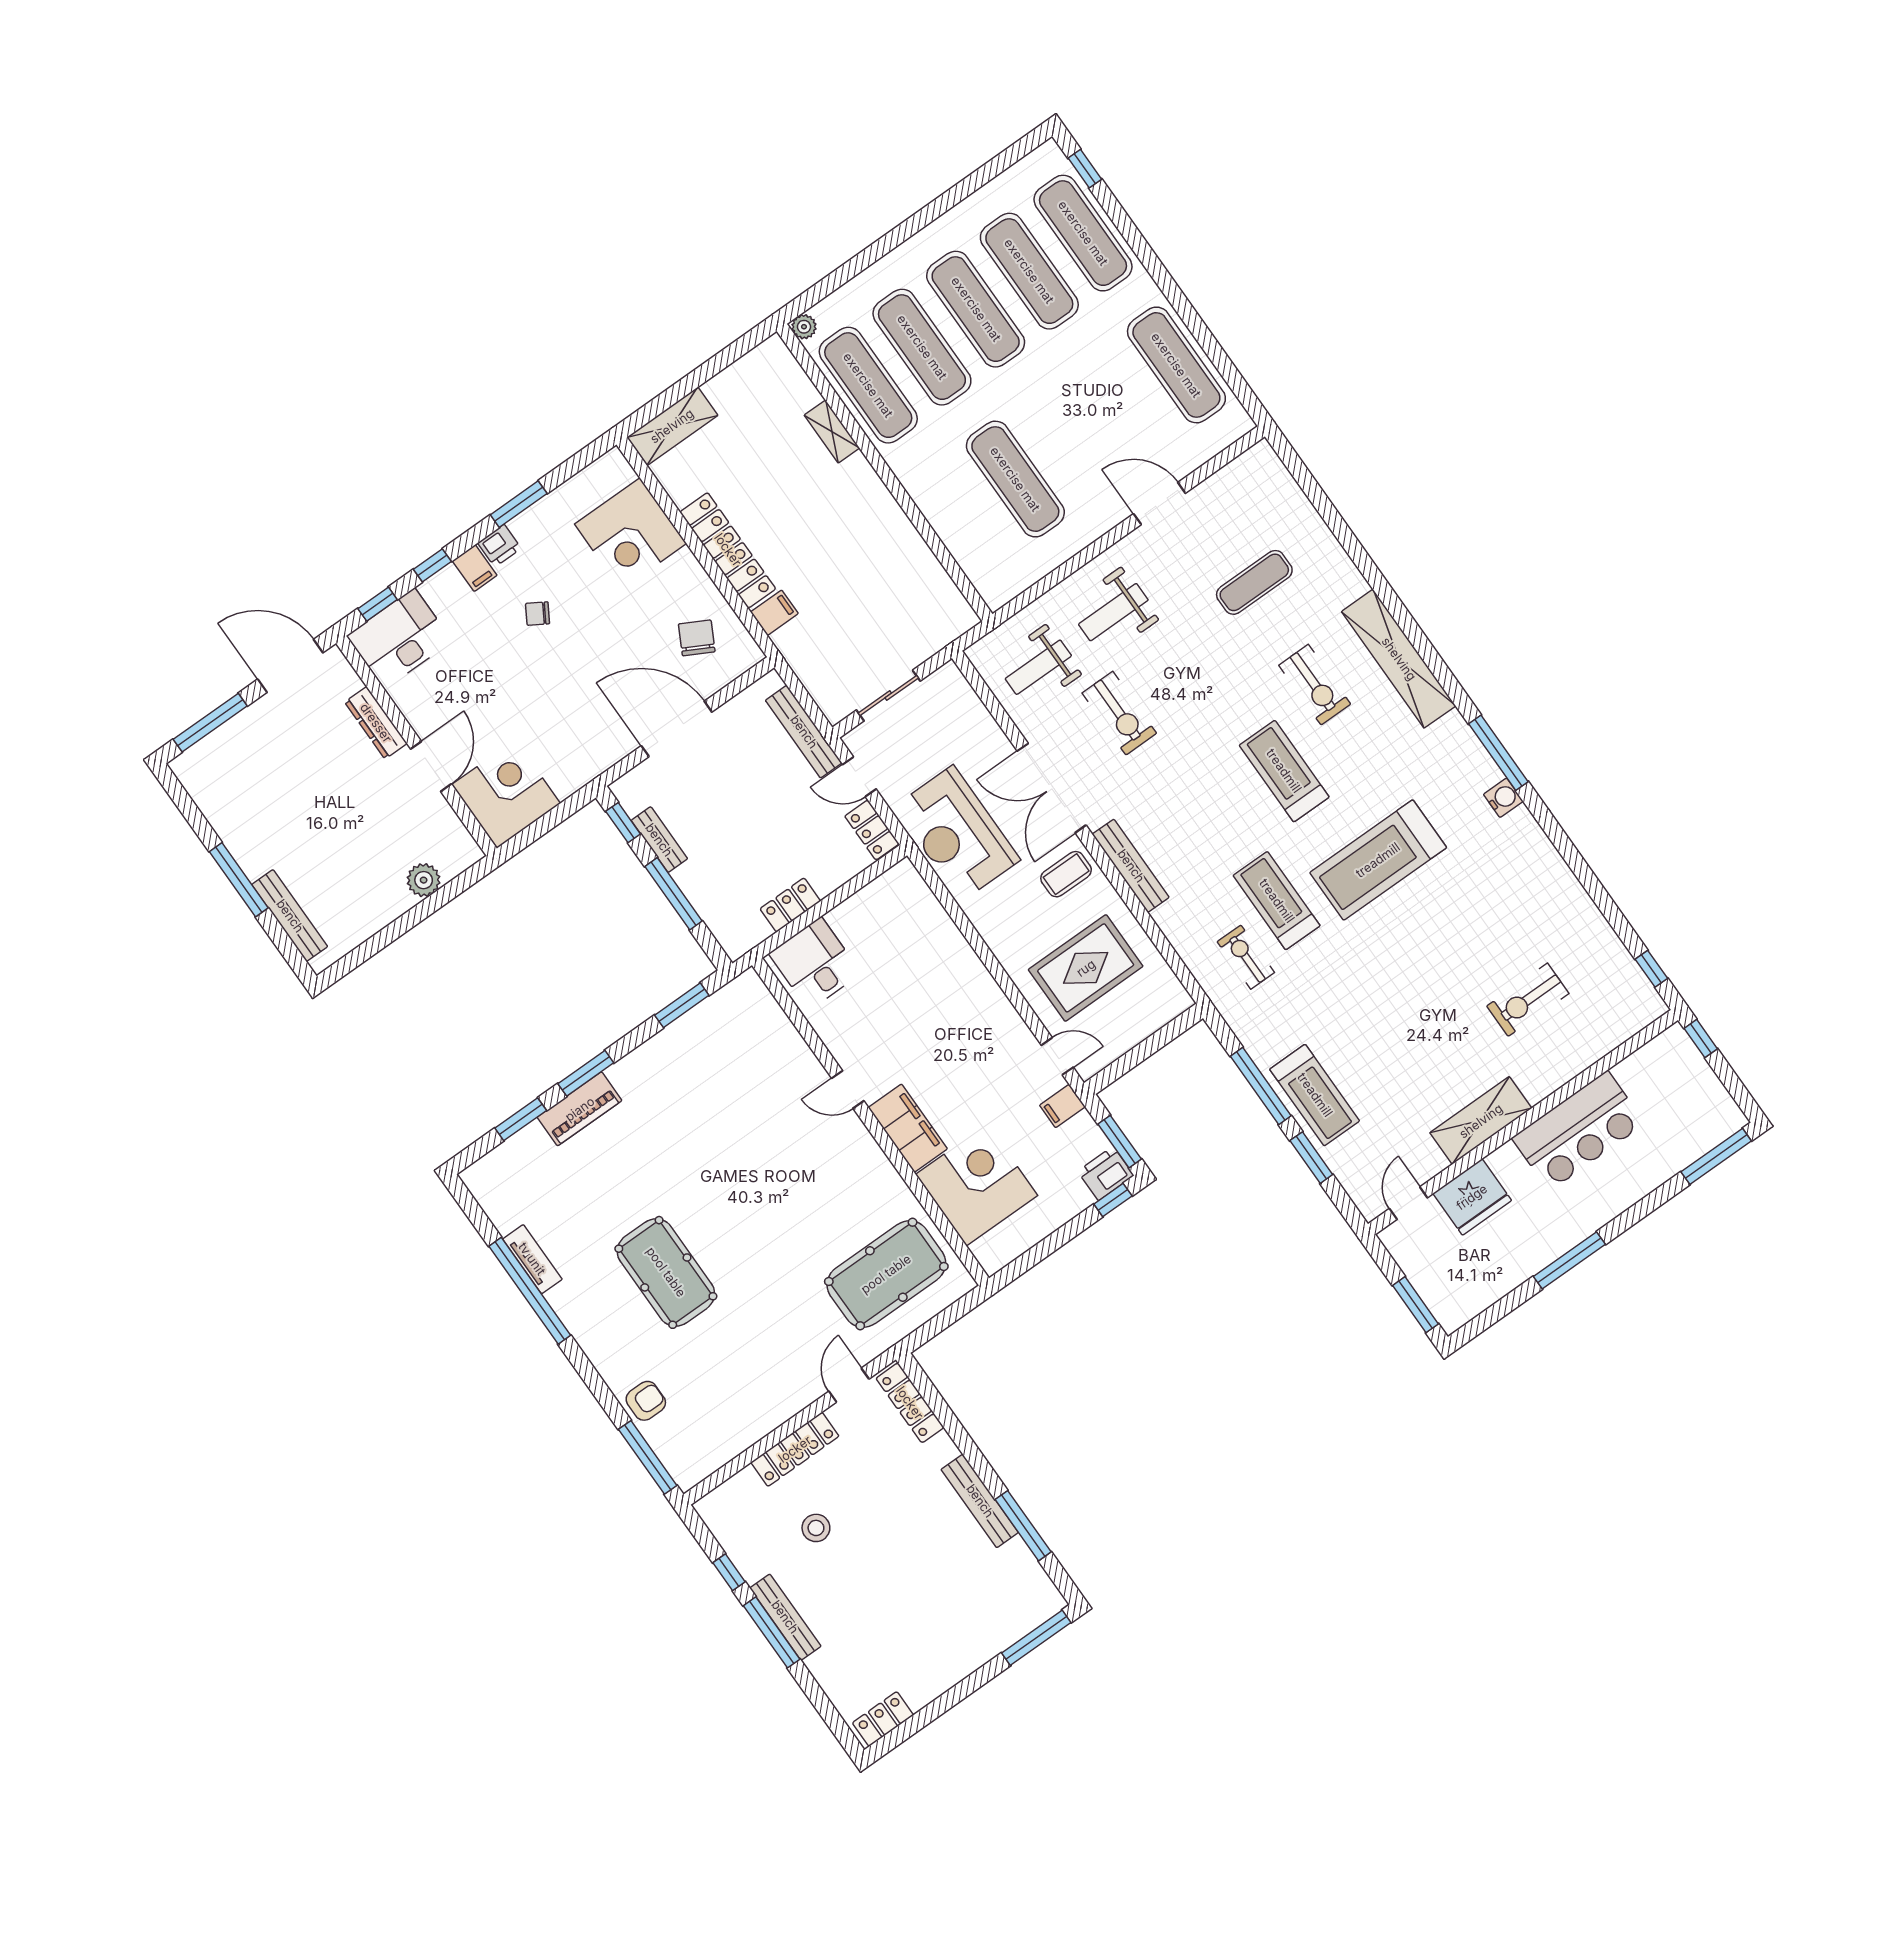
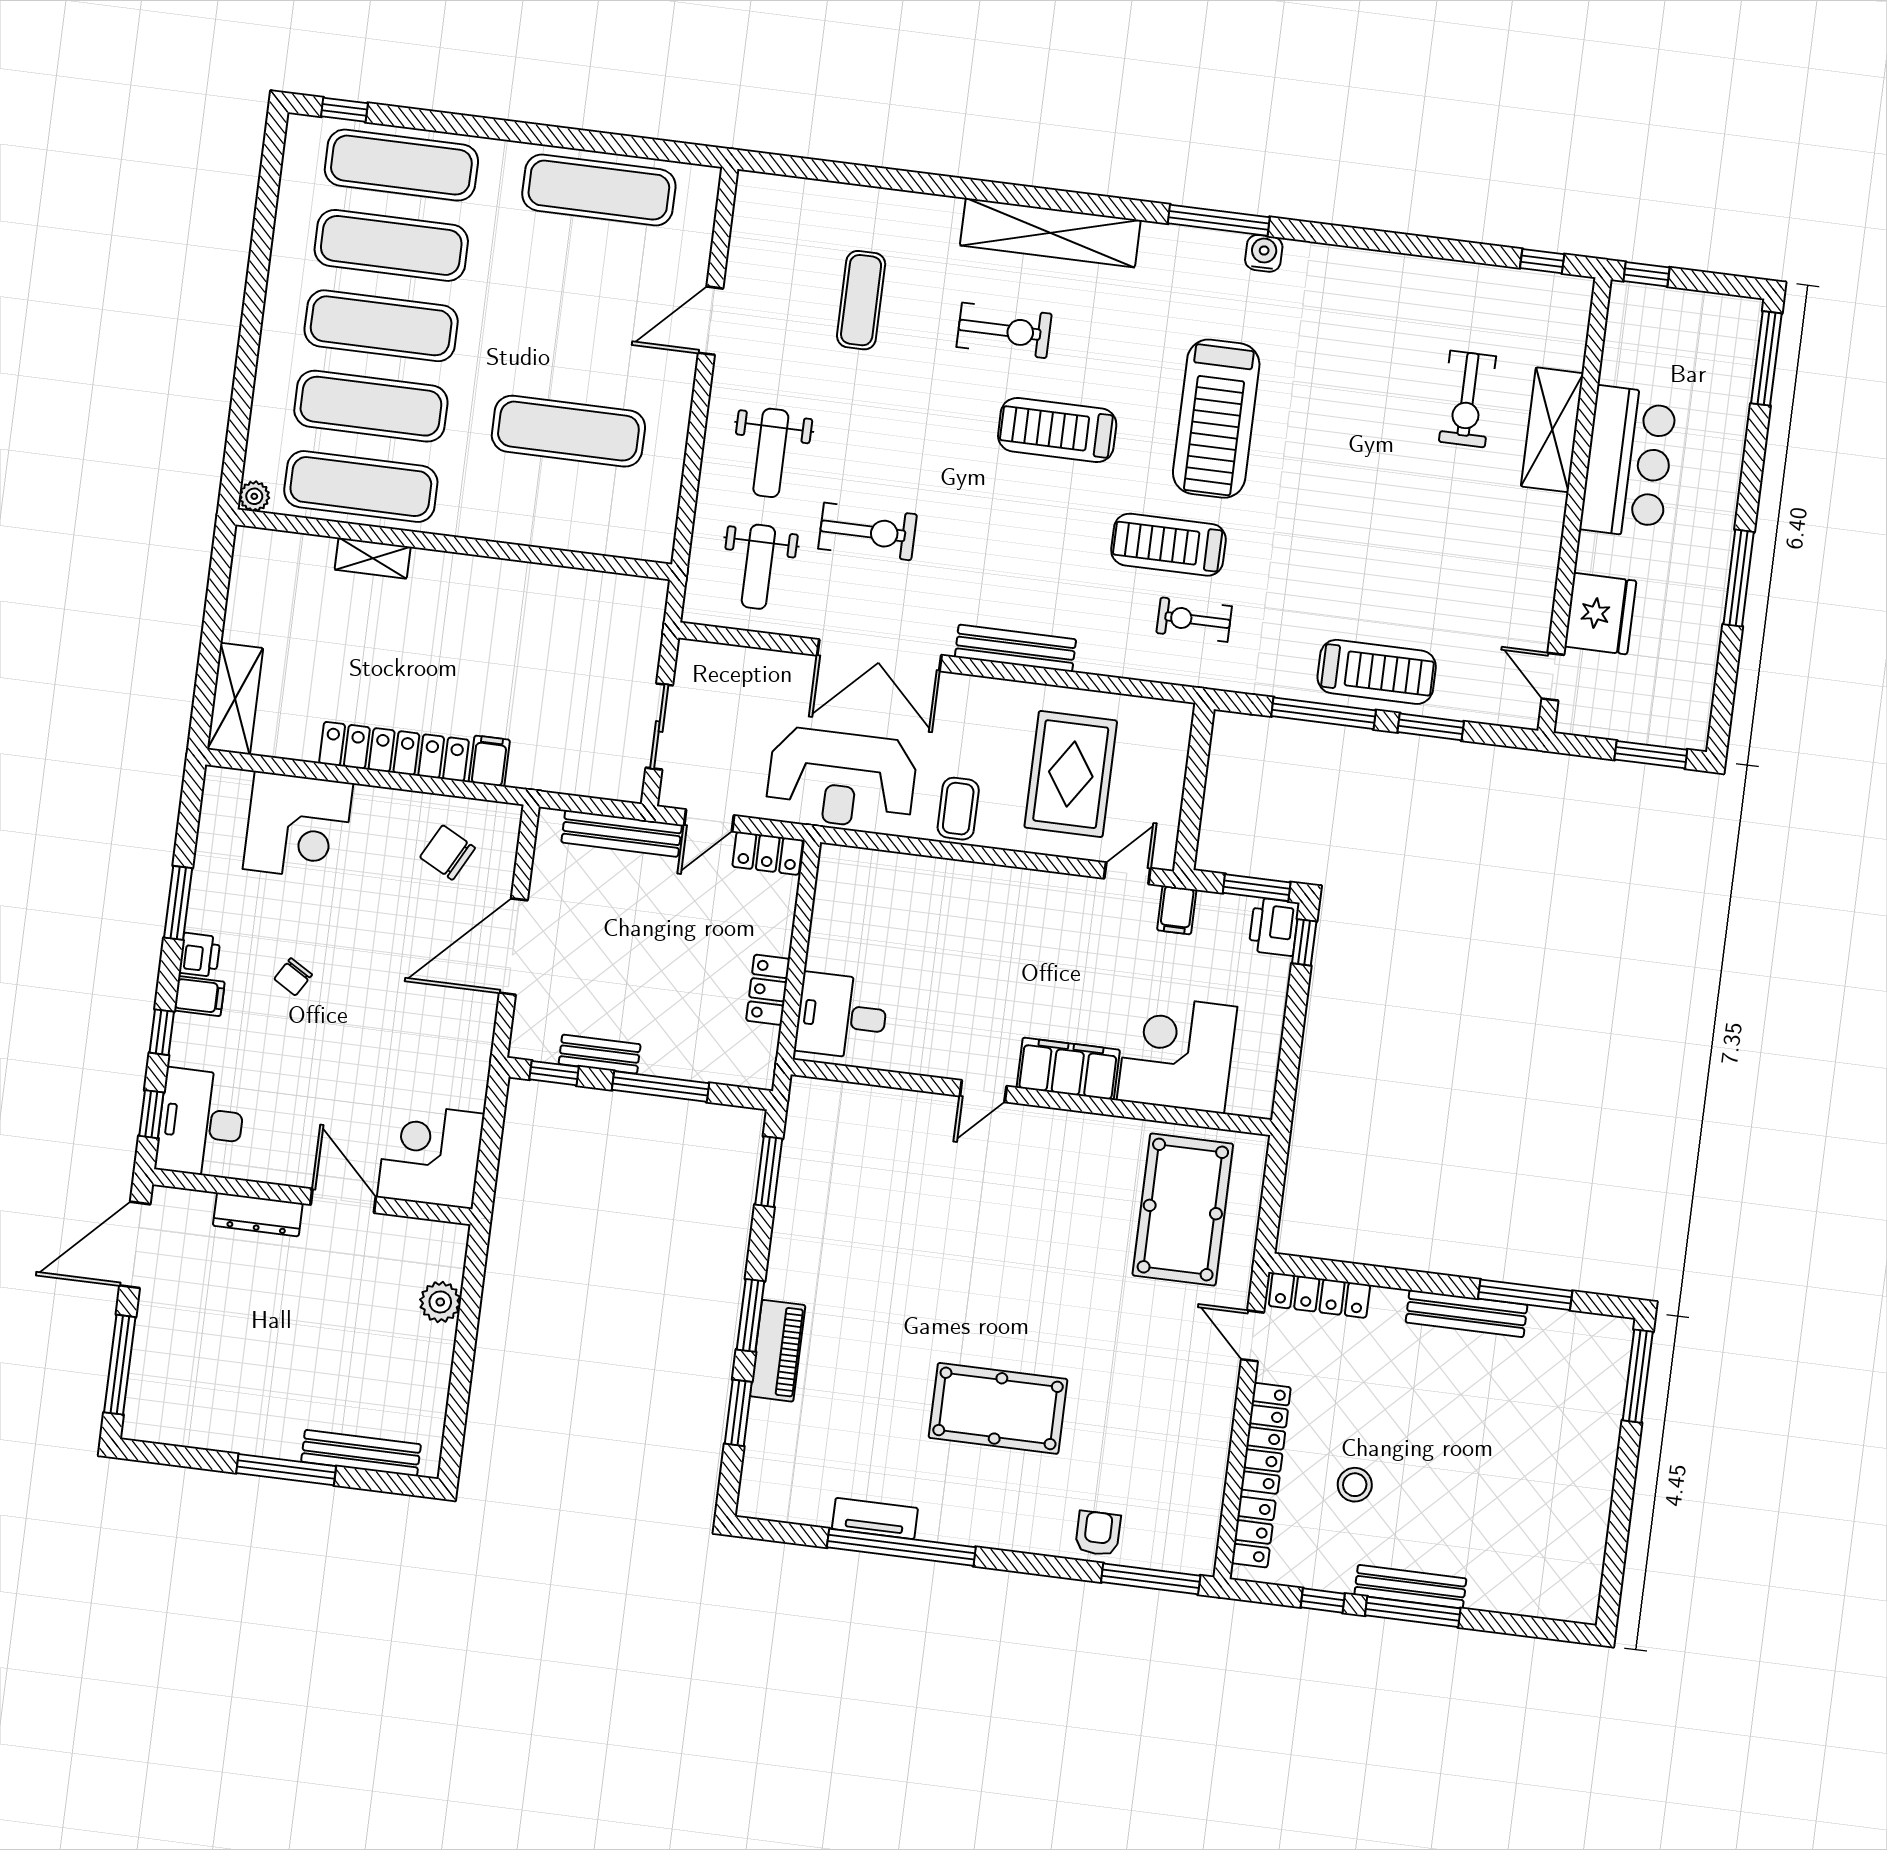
coffee table: (1066, 874) -> (958, 809), moved
shelving: (1481, 1121) -> (1552, 430), moved
locker: (883, 1719) -> (1254, 1532), moved, turned 180

